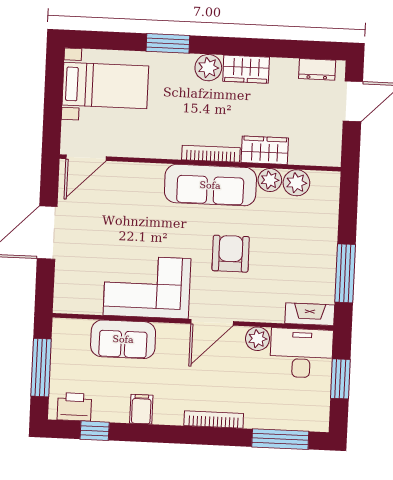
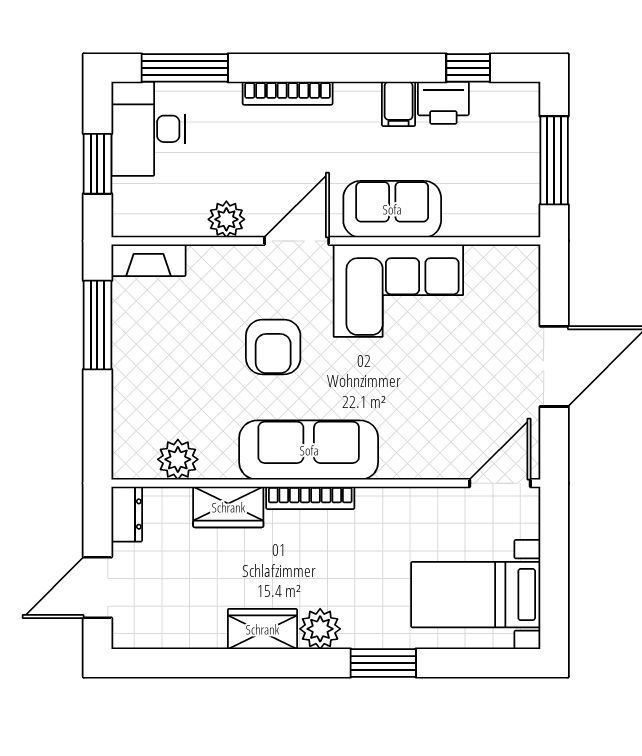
dresser: (317, 69) -> (127, 514), moved, turned 90
plant: (270, 180) -> (219, 462), removed
sofa: (123, 339) -> (392, 209), moved
desk: (301, 353) -> (148, 129), moved, turned 90
printer: (74, 407) -> (443, 103), moved

